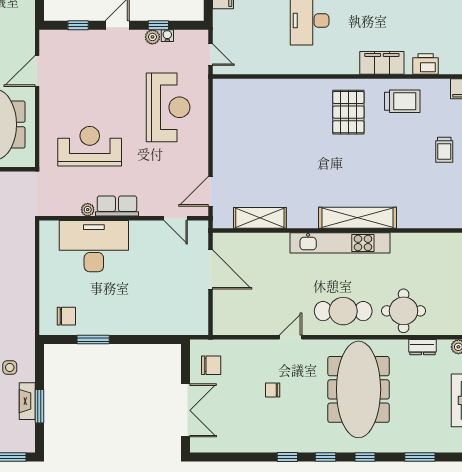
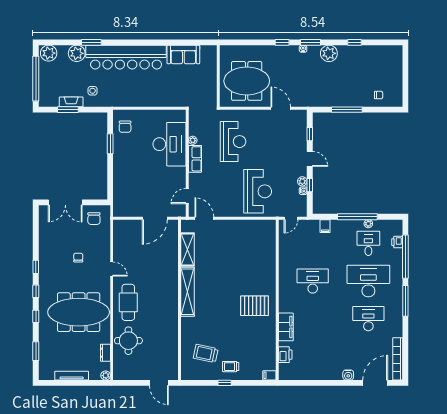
trolley: (402, 101) -> (206, 353), moved, turned 102
reception desk: (168, 107) -> (258, 191), turned -90
shelving: (358, 218) -> (187, 292), moved
kitchen unit: (340, 243) -> (172, 300), removed

